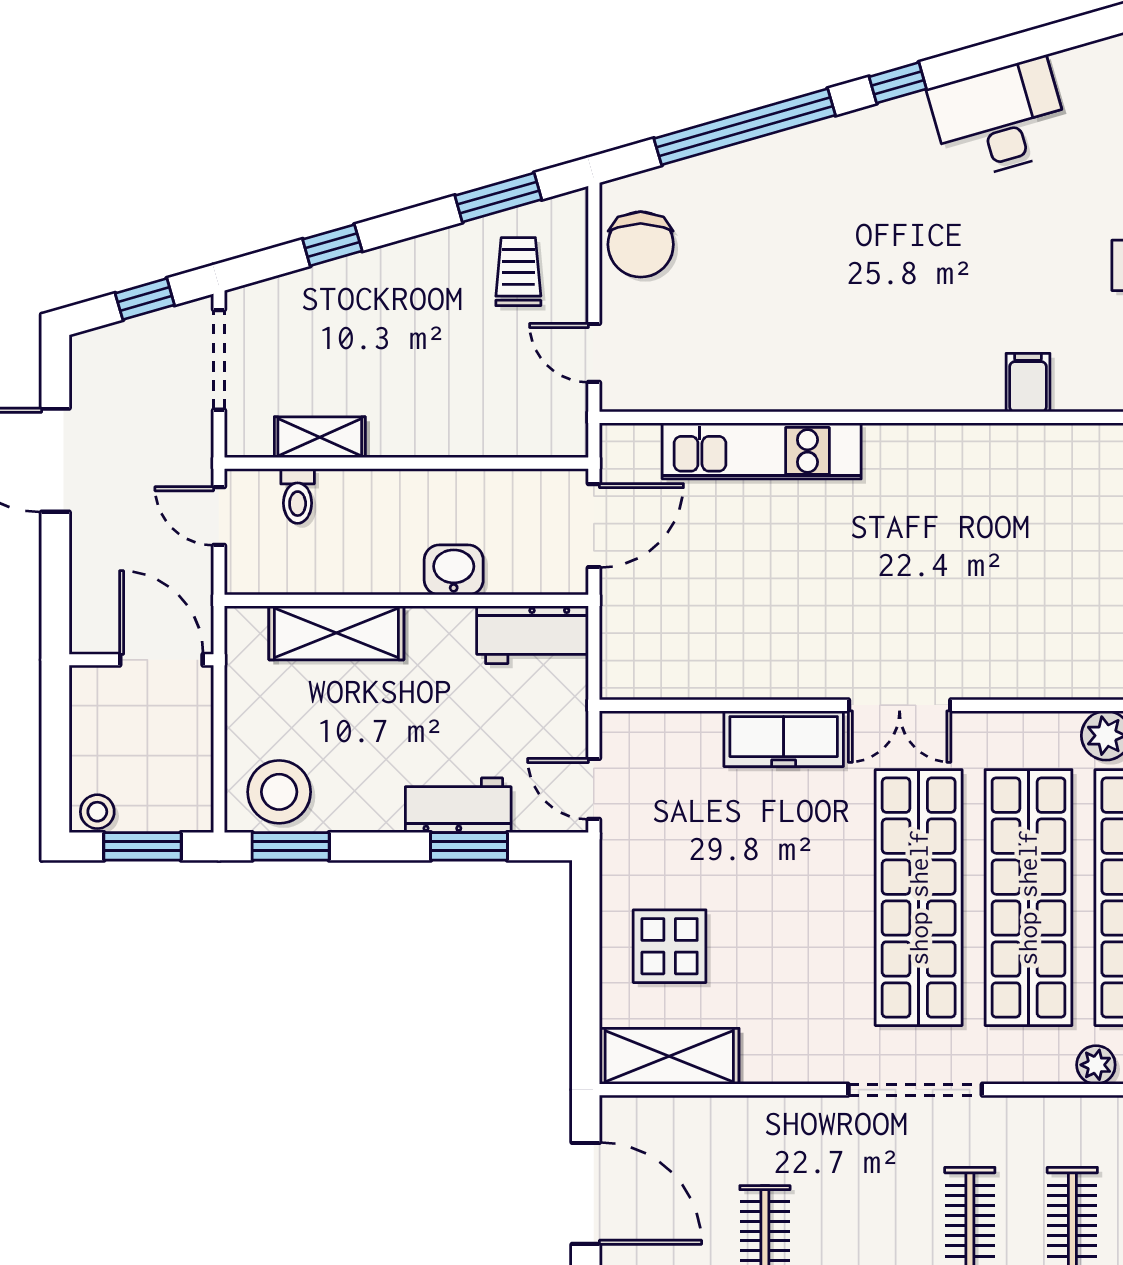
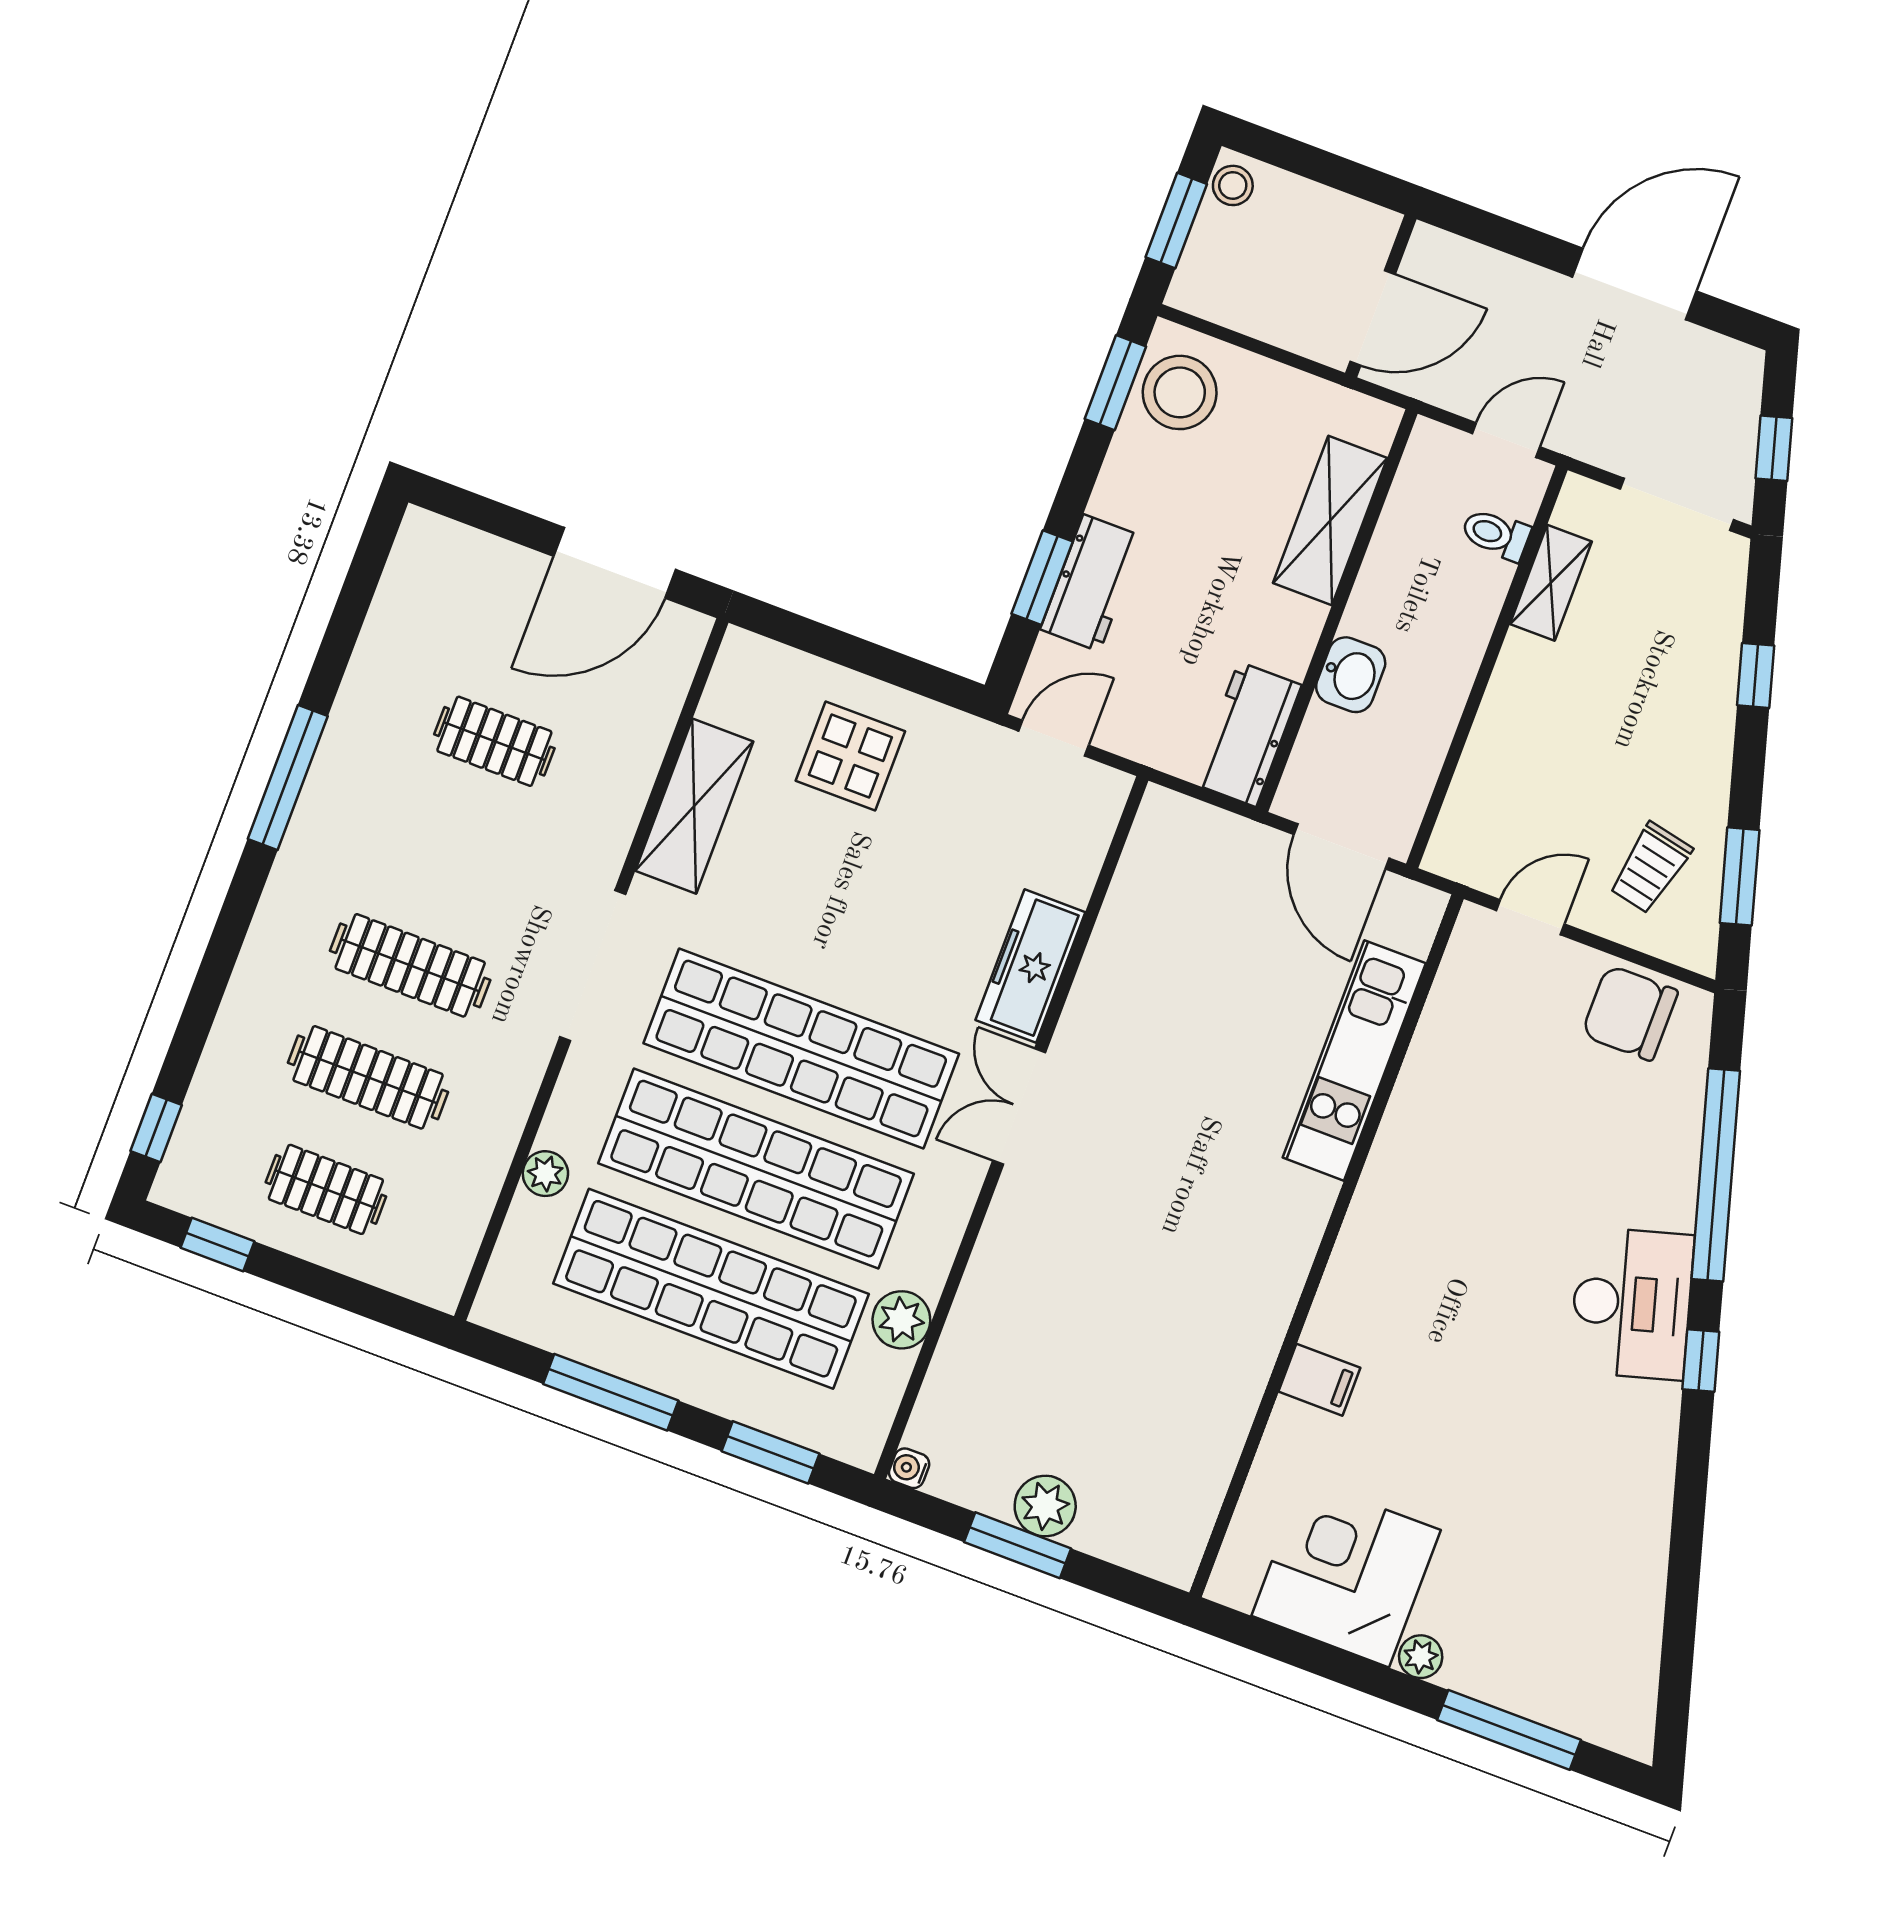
desk: (999, 119) -> (1632, 1303), moved
trolley: (518, 272) -> (1650, 868), turned 102
shelving: (669, 1056) -> (694, 806), moved

